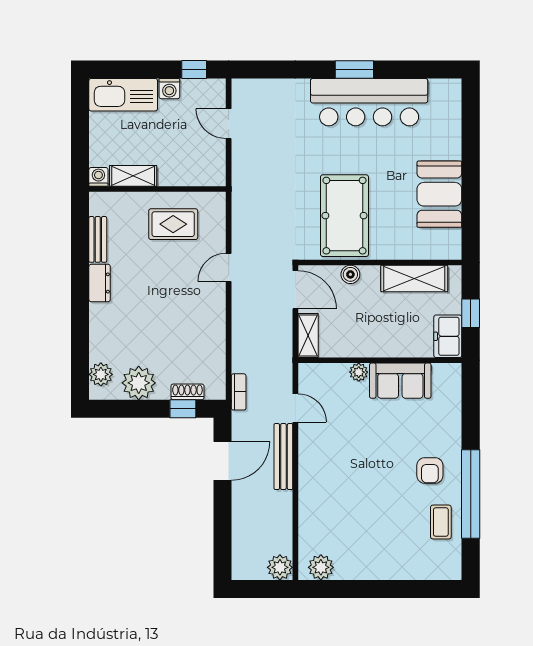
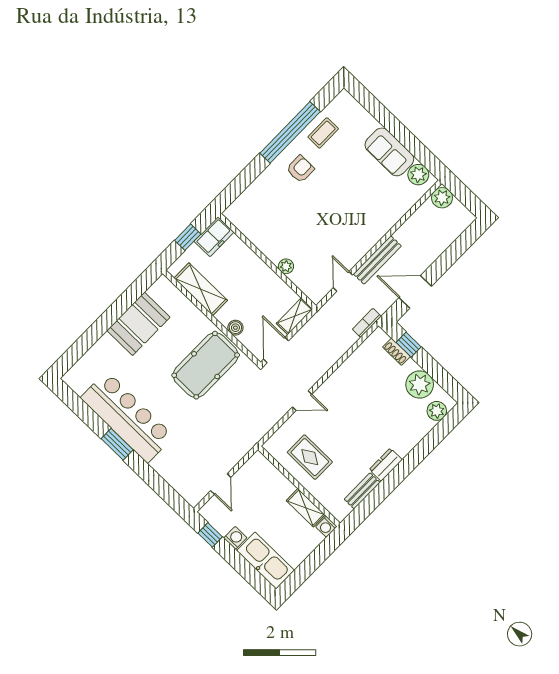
sofa: (400, 381) -> (389, 152), moved, turned 180

